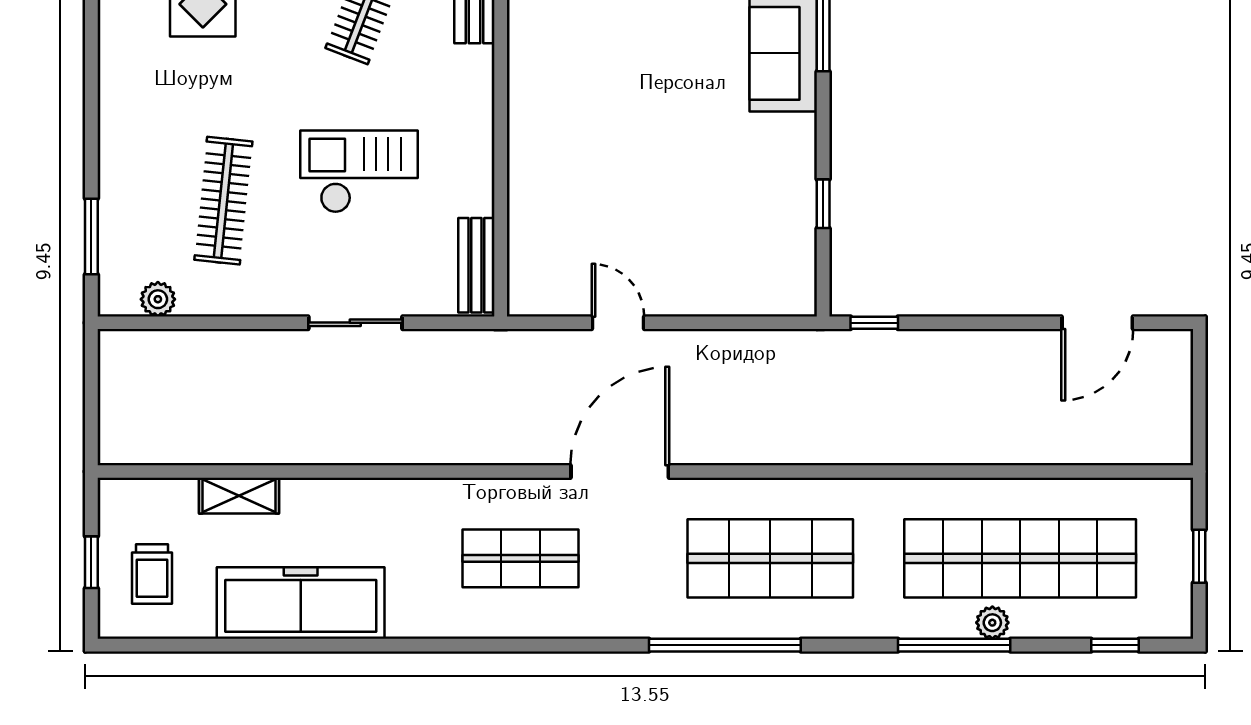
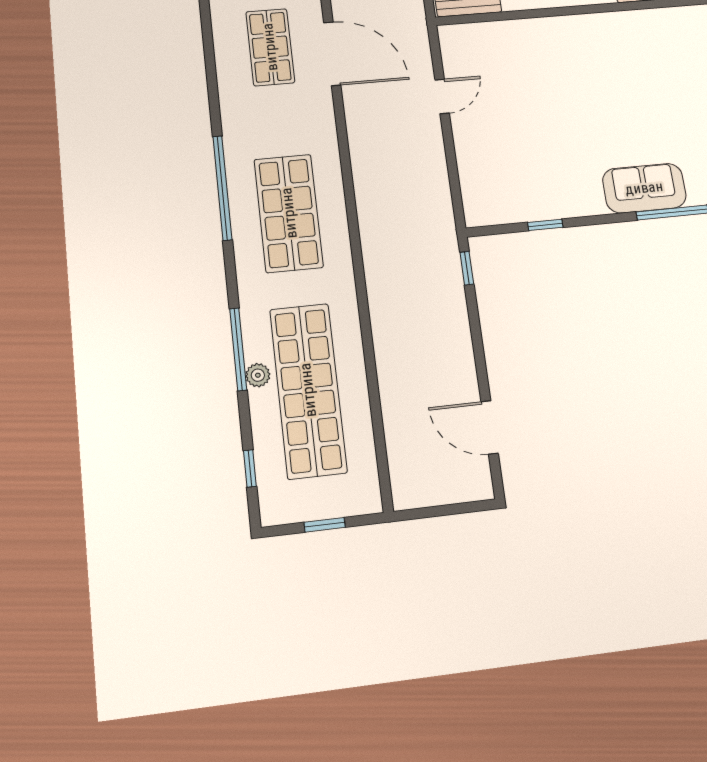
door: (620, 472) -> (332, 54), moved

